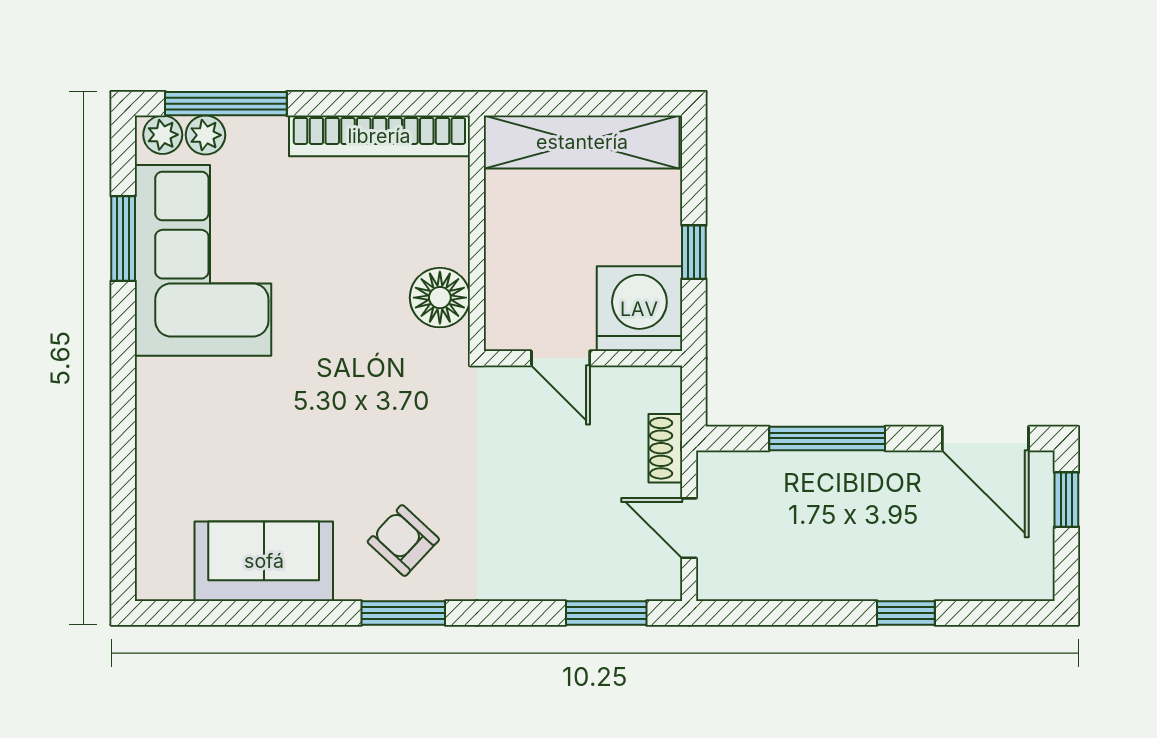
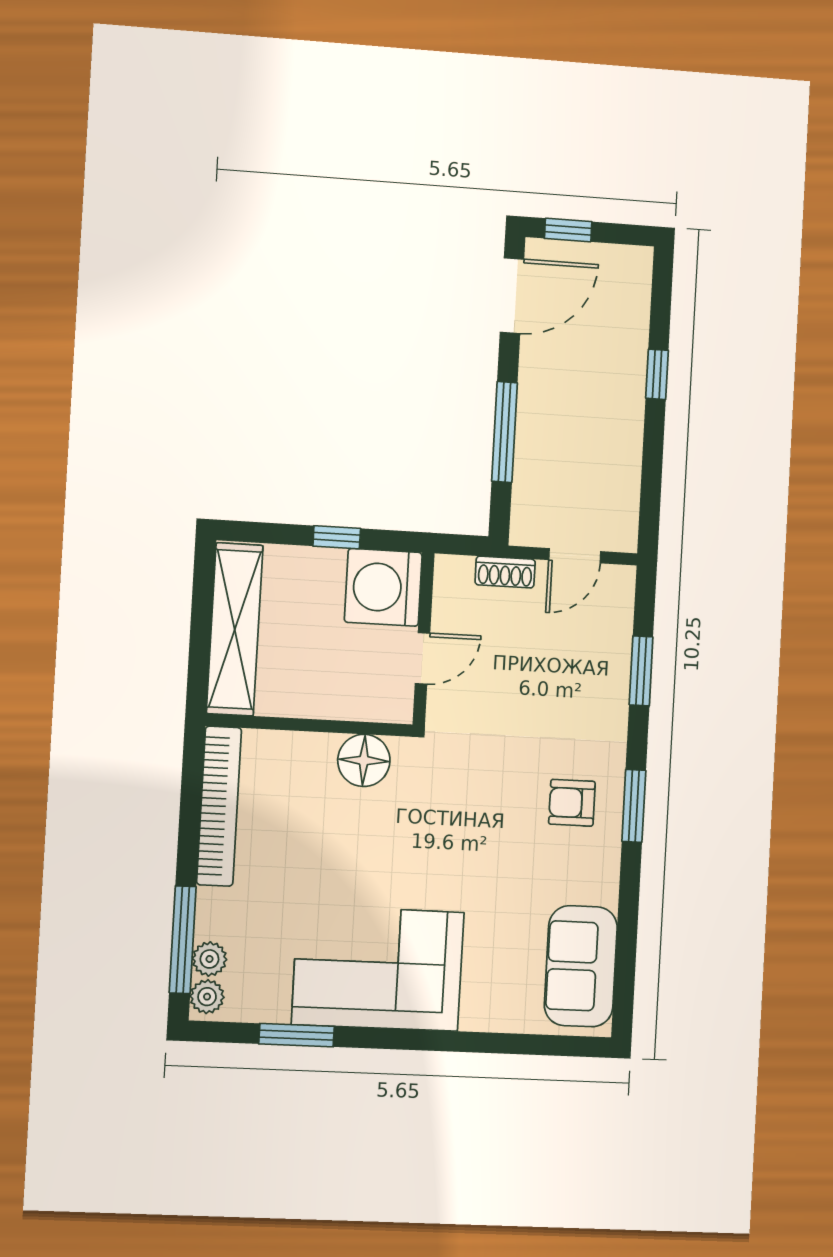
corner sofa: (203, 260) -> (378, 968), moved
armchair: (403, 541) -> (572, 803), turned 47
sofa: (264, 561) -> (581, 966), moved
window: (606, 613) -> (641, 671), moved

